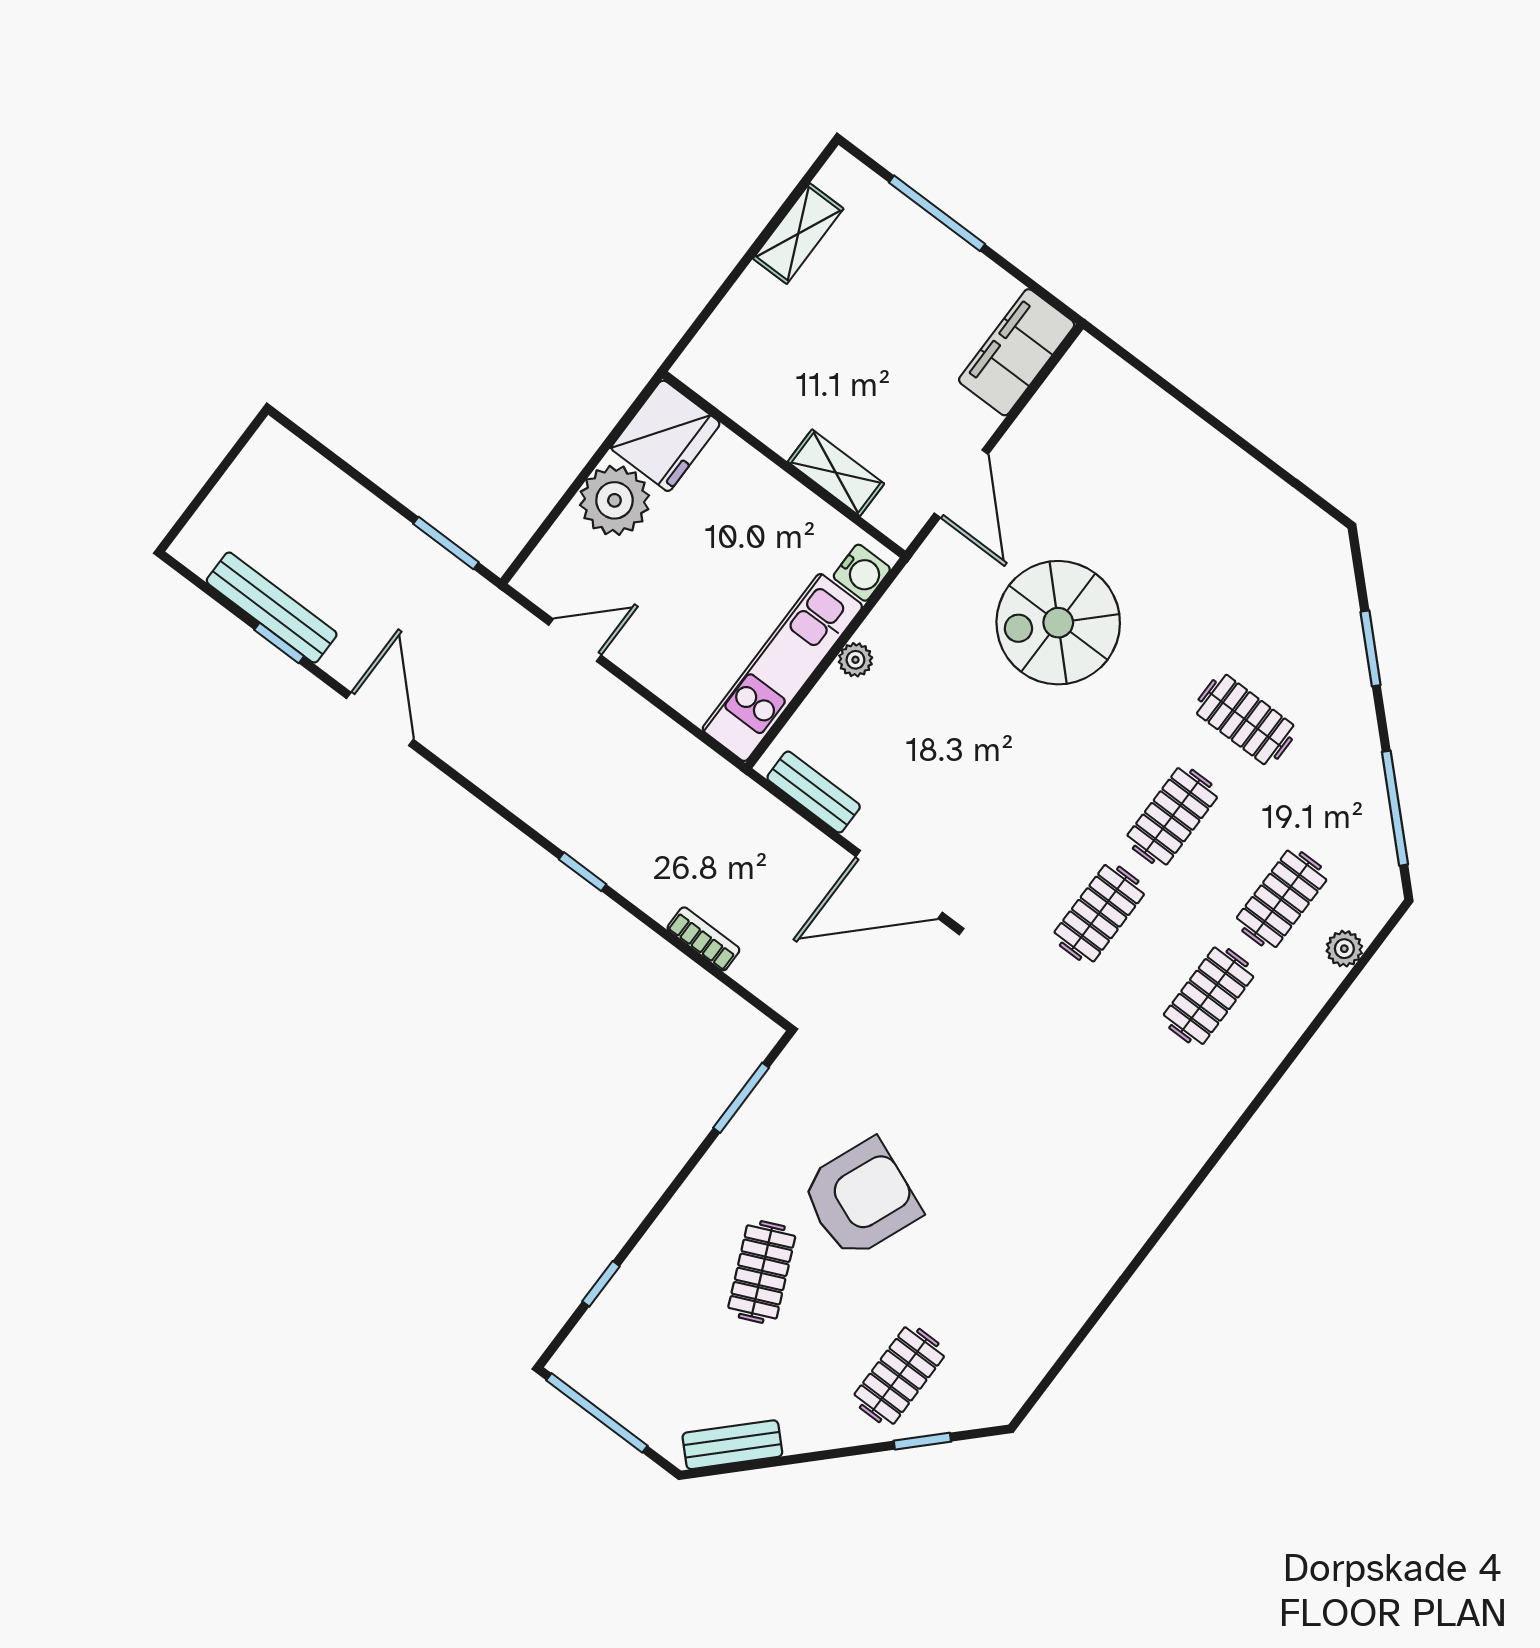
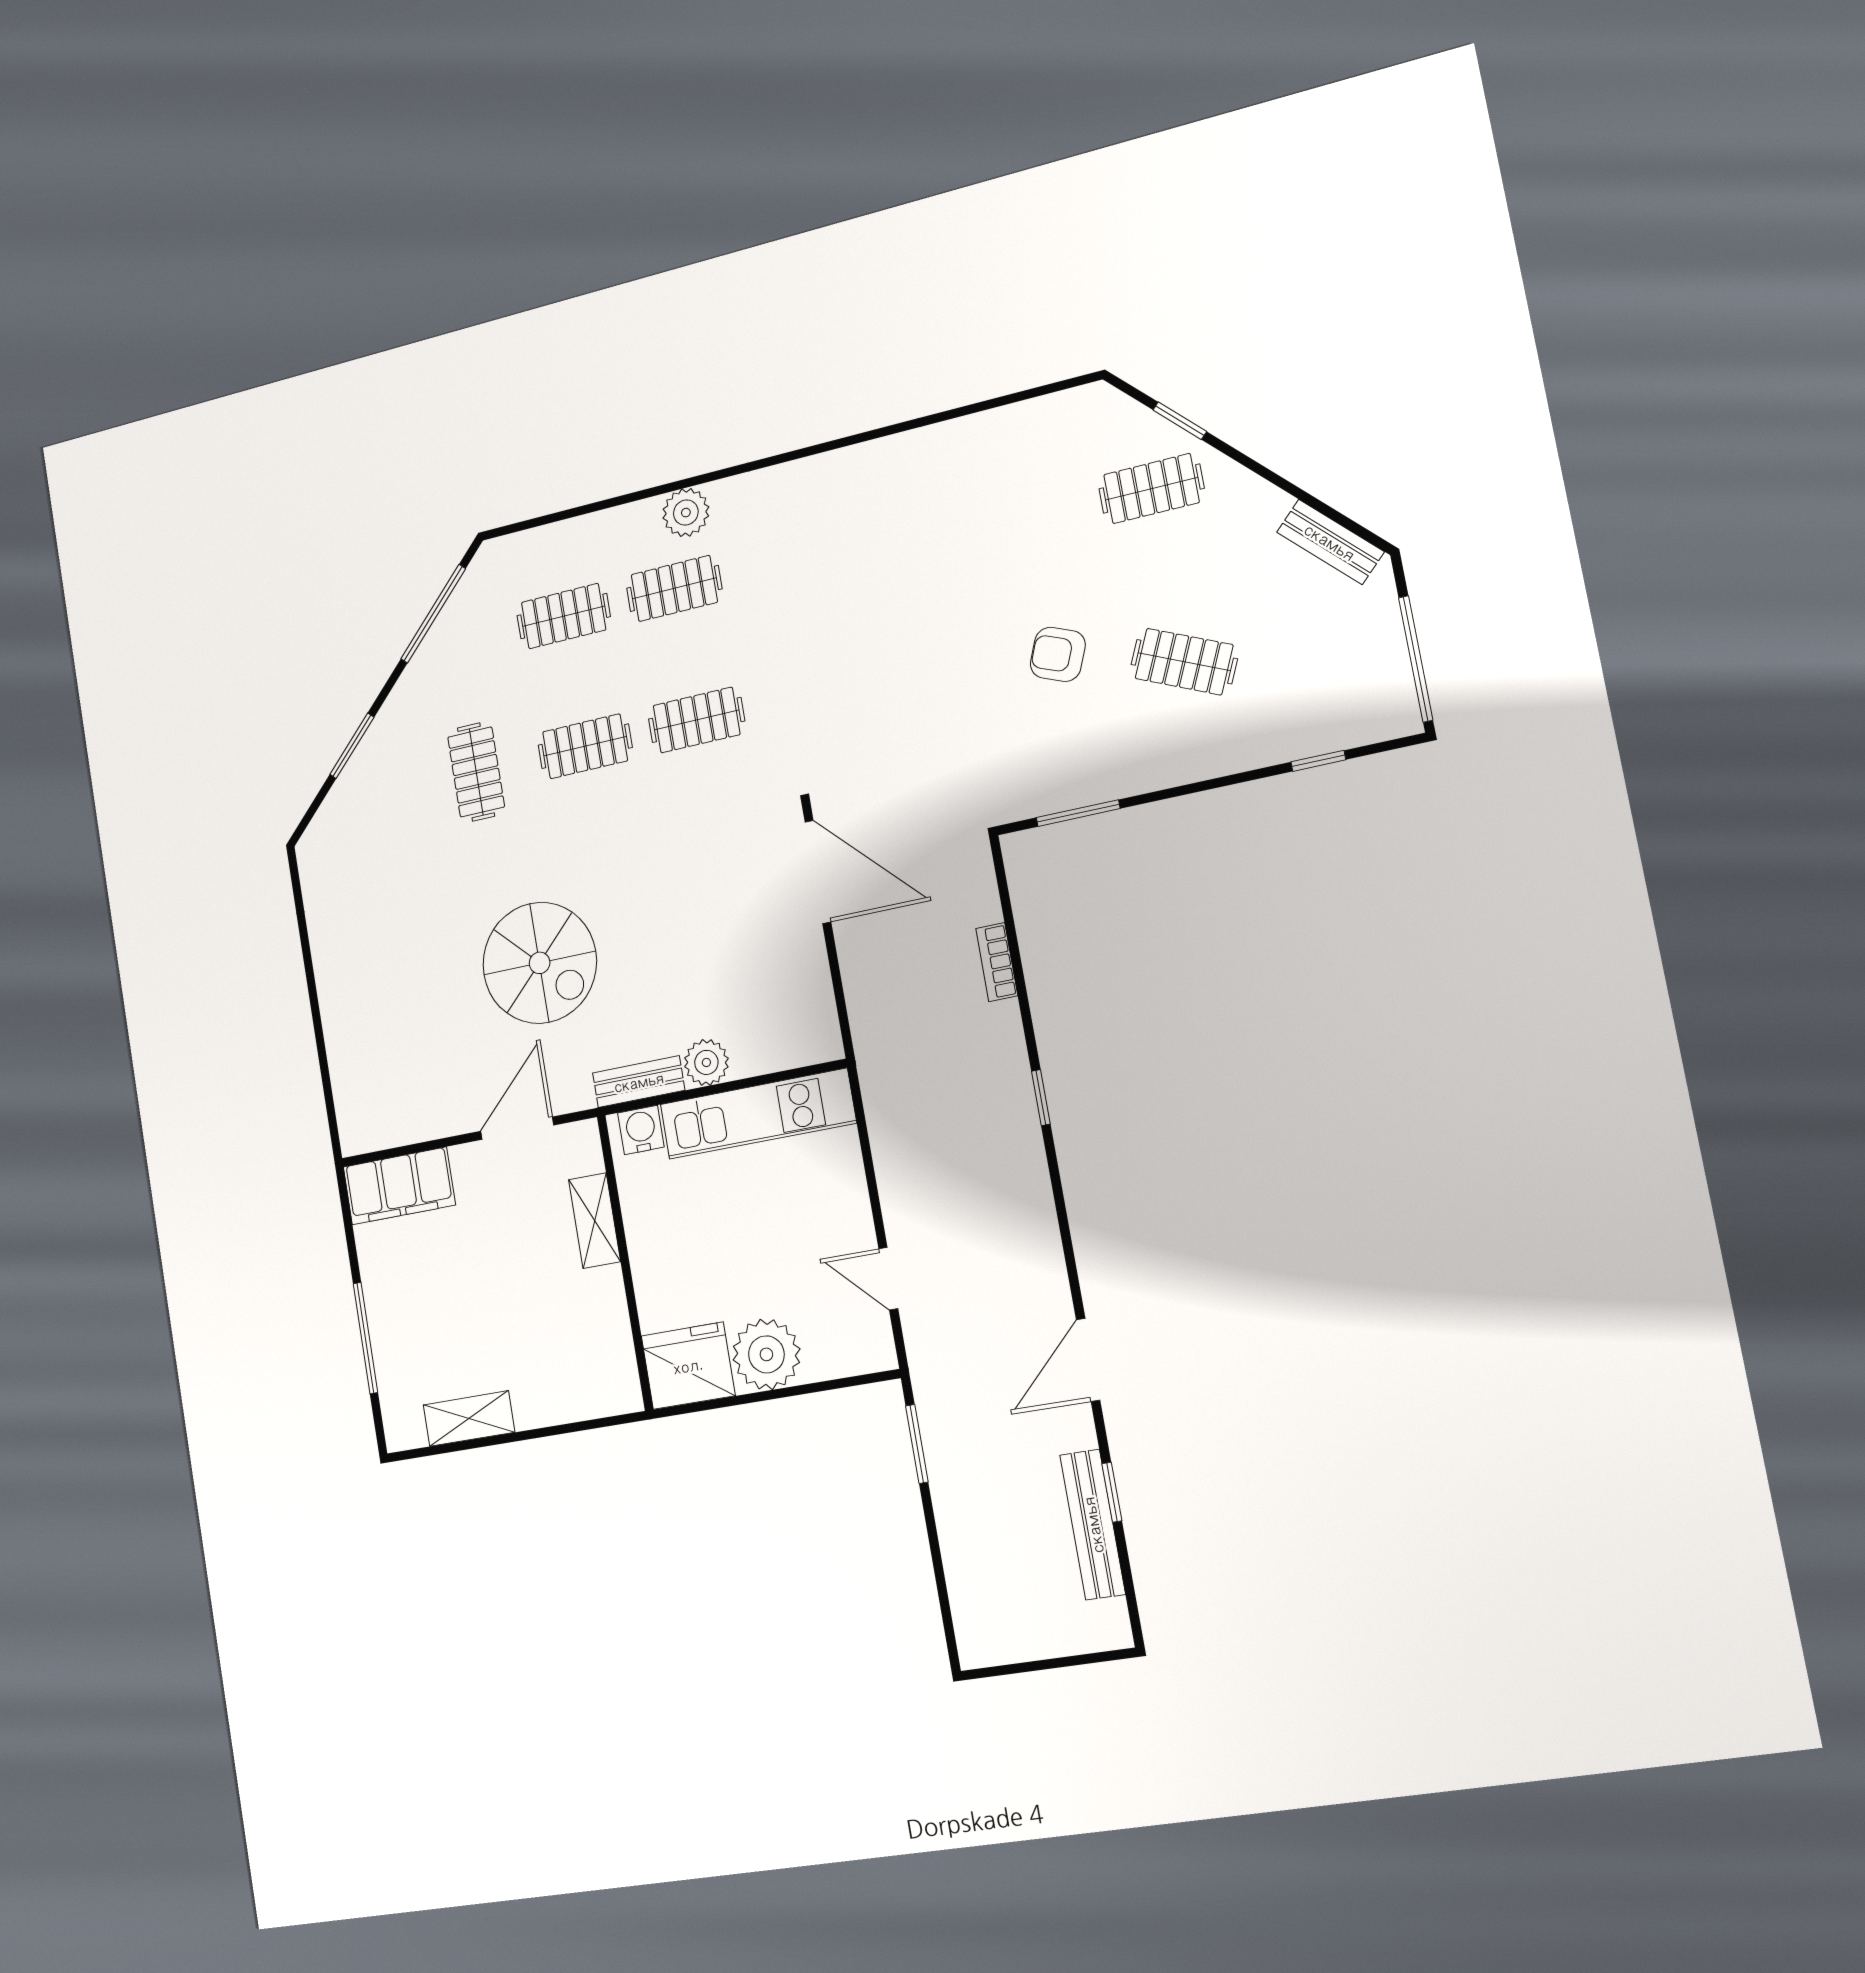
plant: (855, 660) -> (706, 1062), width x1.38, depth x1.38
bench: (814, 792) -> (639, 1082), moved, turned 90
plant: (1344, 949) -> (686, 513), moved, width x1.38, depth x1.38
armchair: (861, 1198) -> (1058, 654), width x0.53, depth x0.53
clothes rail: (762, 1272) -> (1184, 662), turned 48

